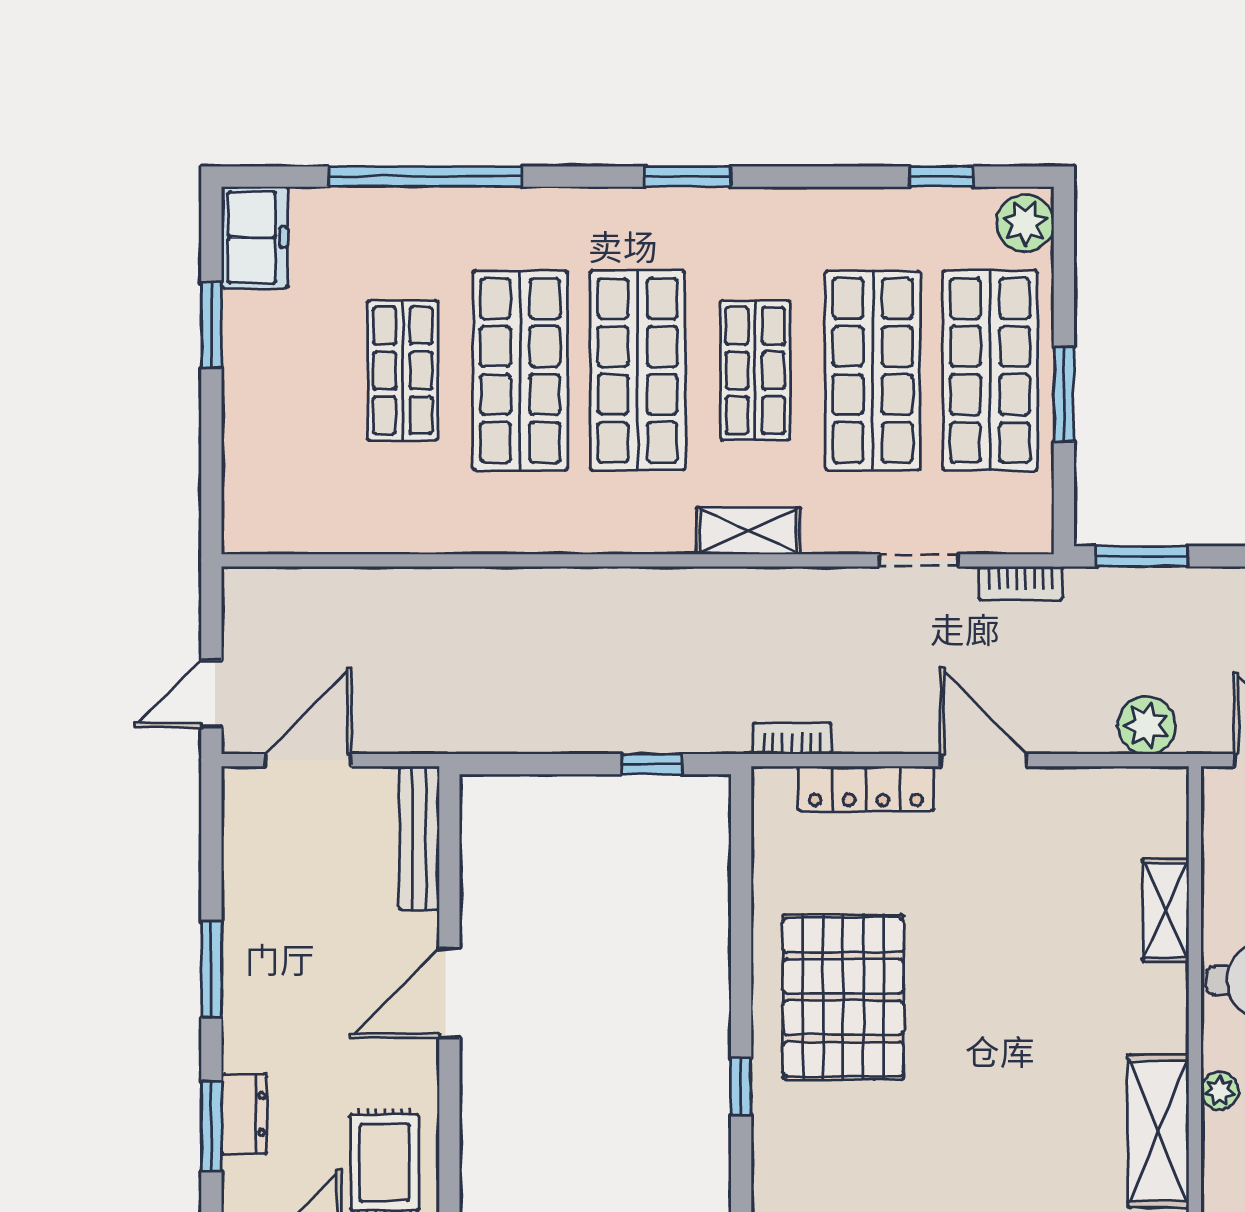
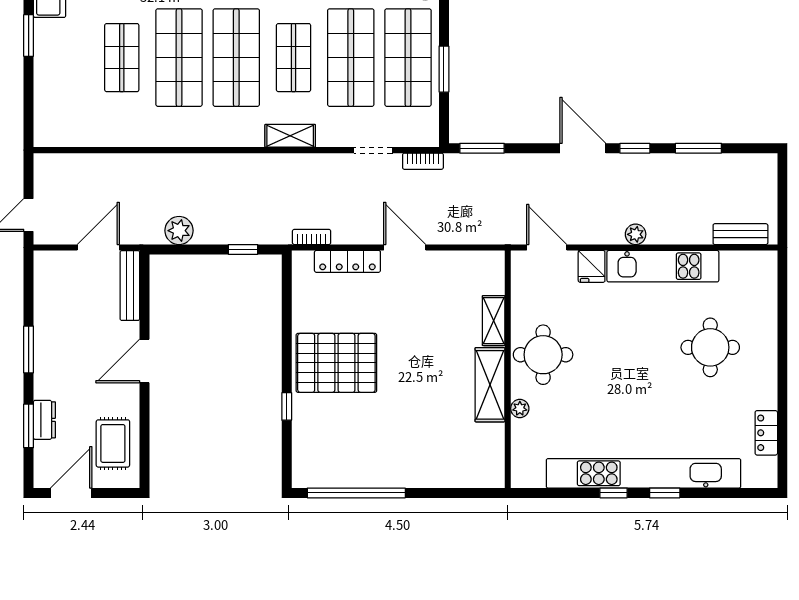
plant: (1146, 725) -> (179, 231), moved
door: (308, 760) -> (98, 247), moved
pallet: (843, 997) -> (336, 363), turned 90
shelving: (1158, 1131) -> (490, 385), moved

